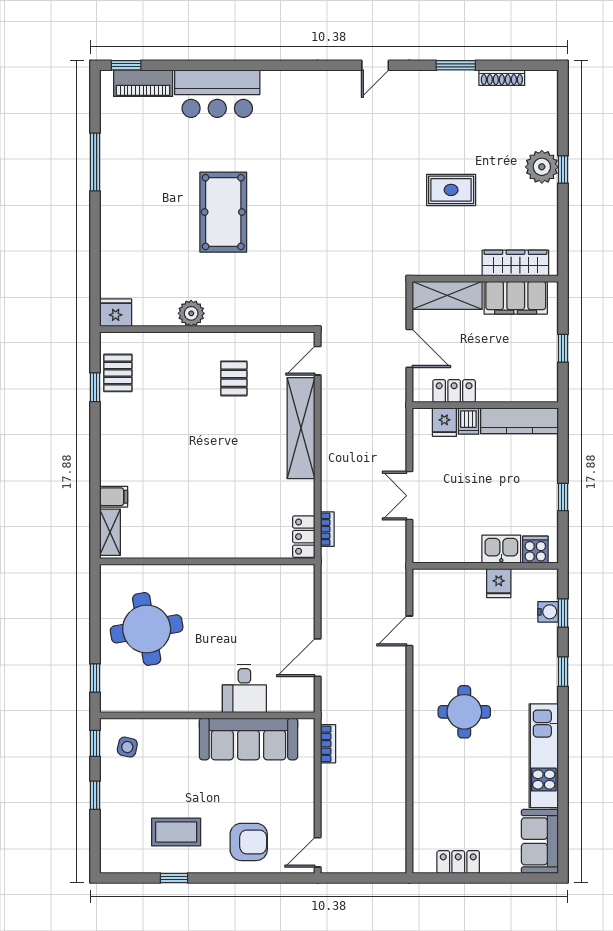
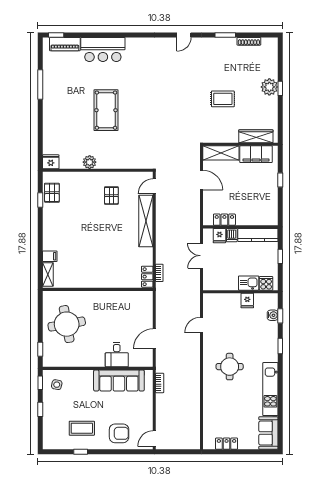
locker: (454, 391) -> (224, 220), moved
wall: (485, 405) -> (240, 227), moved
dishwasher: (468, 421) -> (232, 235), moved
kitchen counter: (519, 421) -> (258, 235), moved
fridge: (444, 422) -> (219, 236), moved

